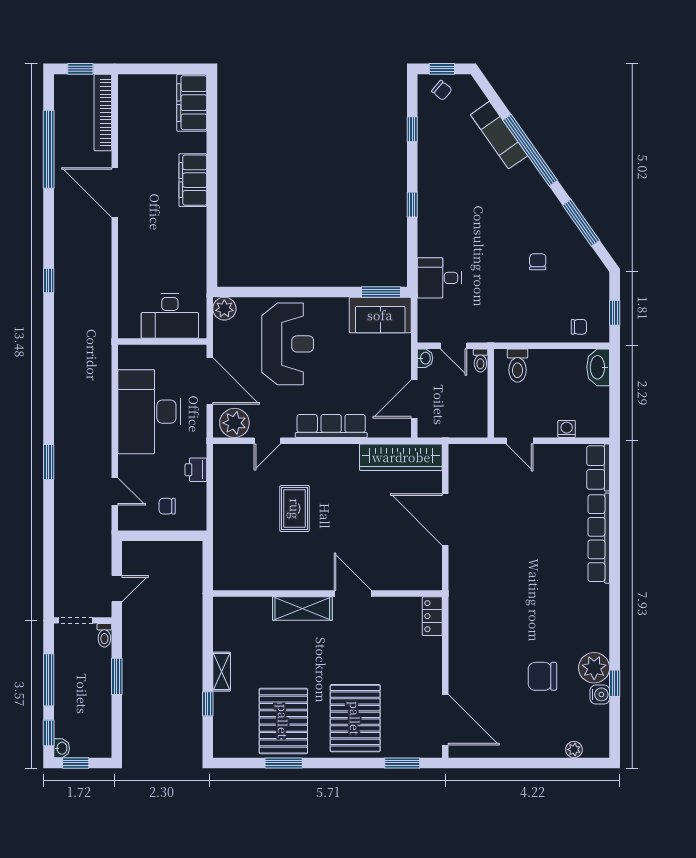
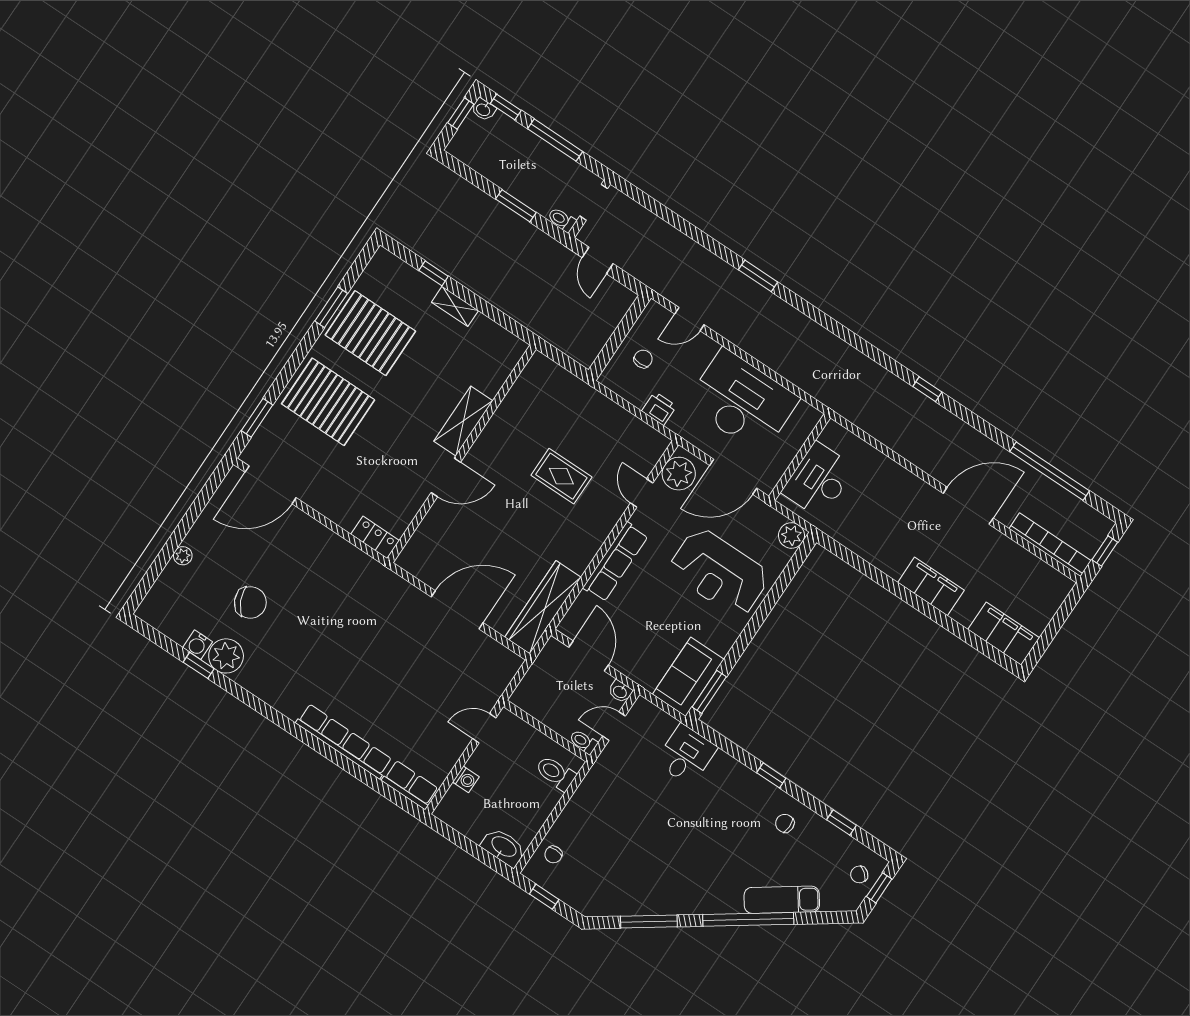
chair: (538, 262) -> (785, 823), moved, turned 180
chair: (542, 676) -> (250, 602), turned 65
plant: (574, 750) -> (183, 556), moved

